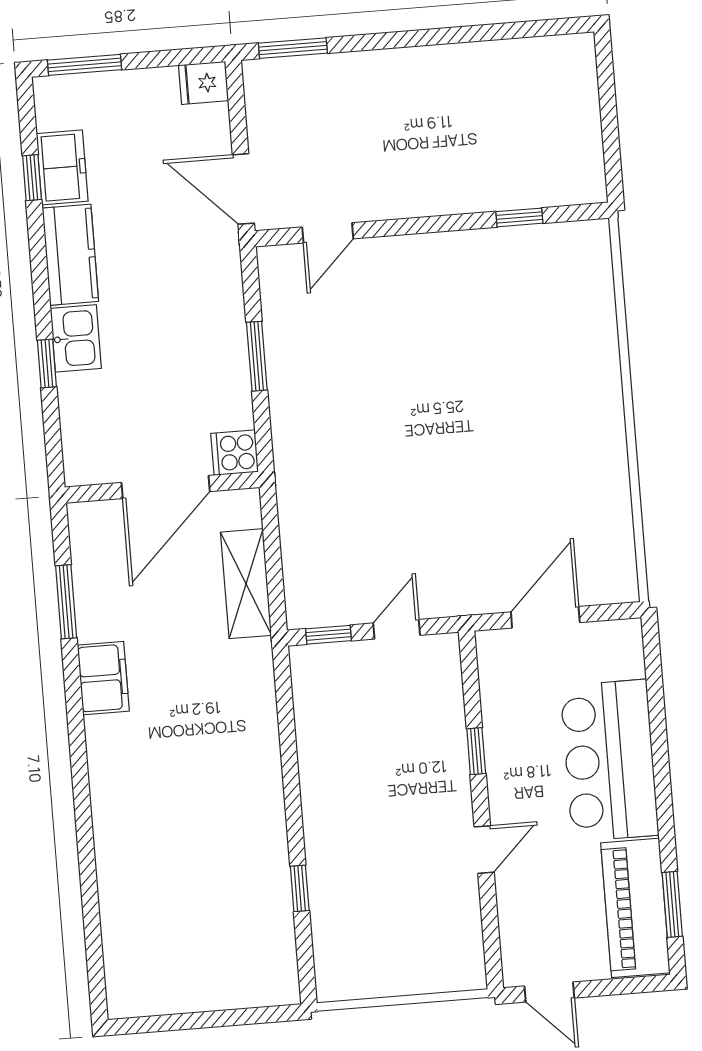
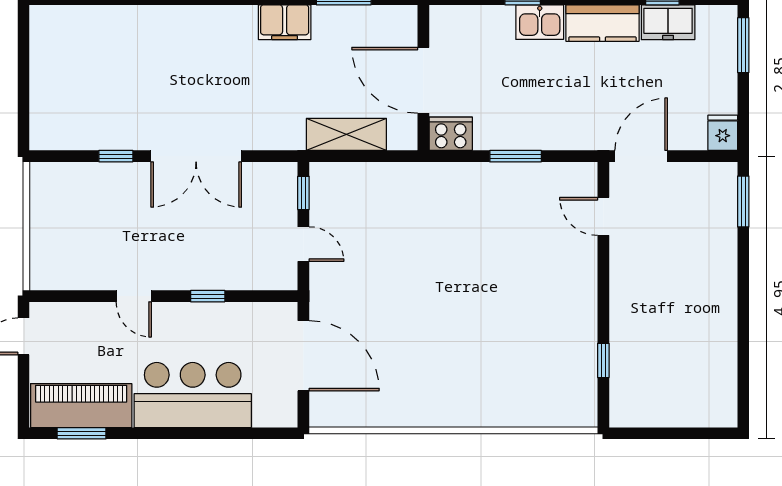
cooker: (235, 453) -> (451, 134), width x1.36
door: (545, 617) -> (303, 356), width x1.36
double door: (291, 781) -> (196, 156), added

